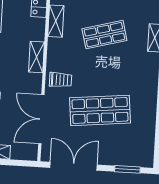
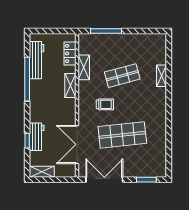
shelving: (37, 57) -> (70, 85), moved
trolley: (61, 80) -> (105, 104), moved

